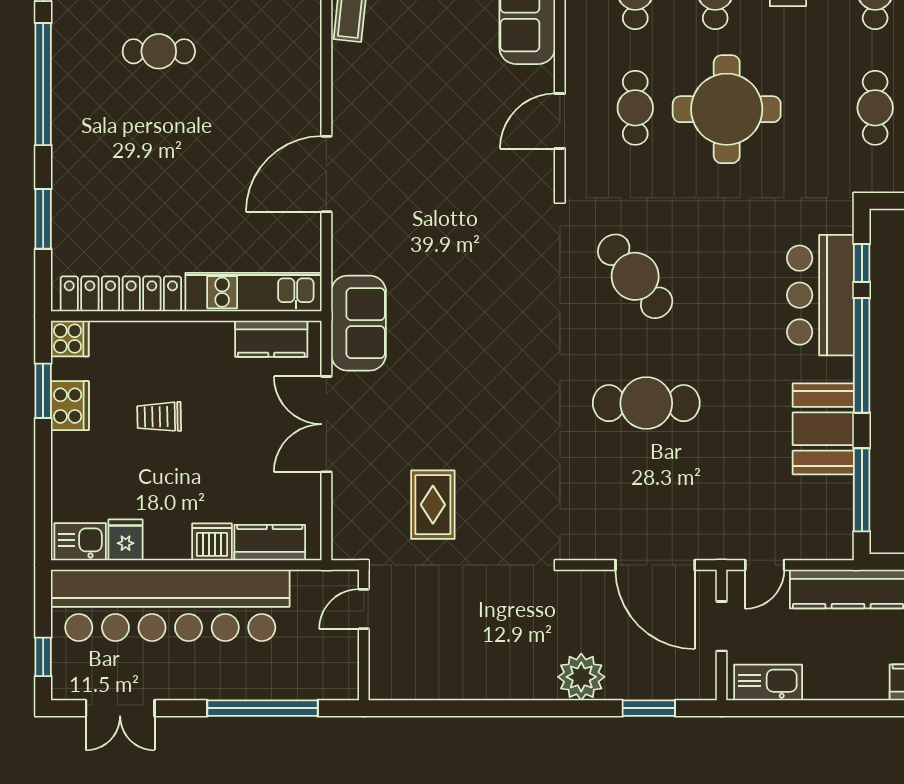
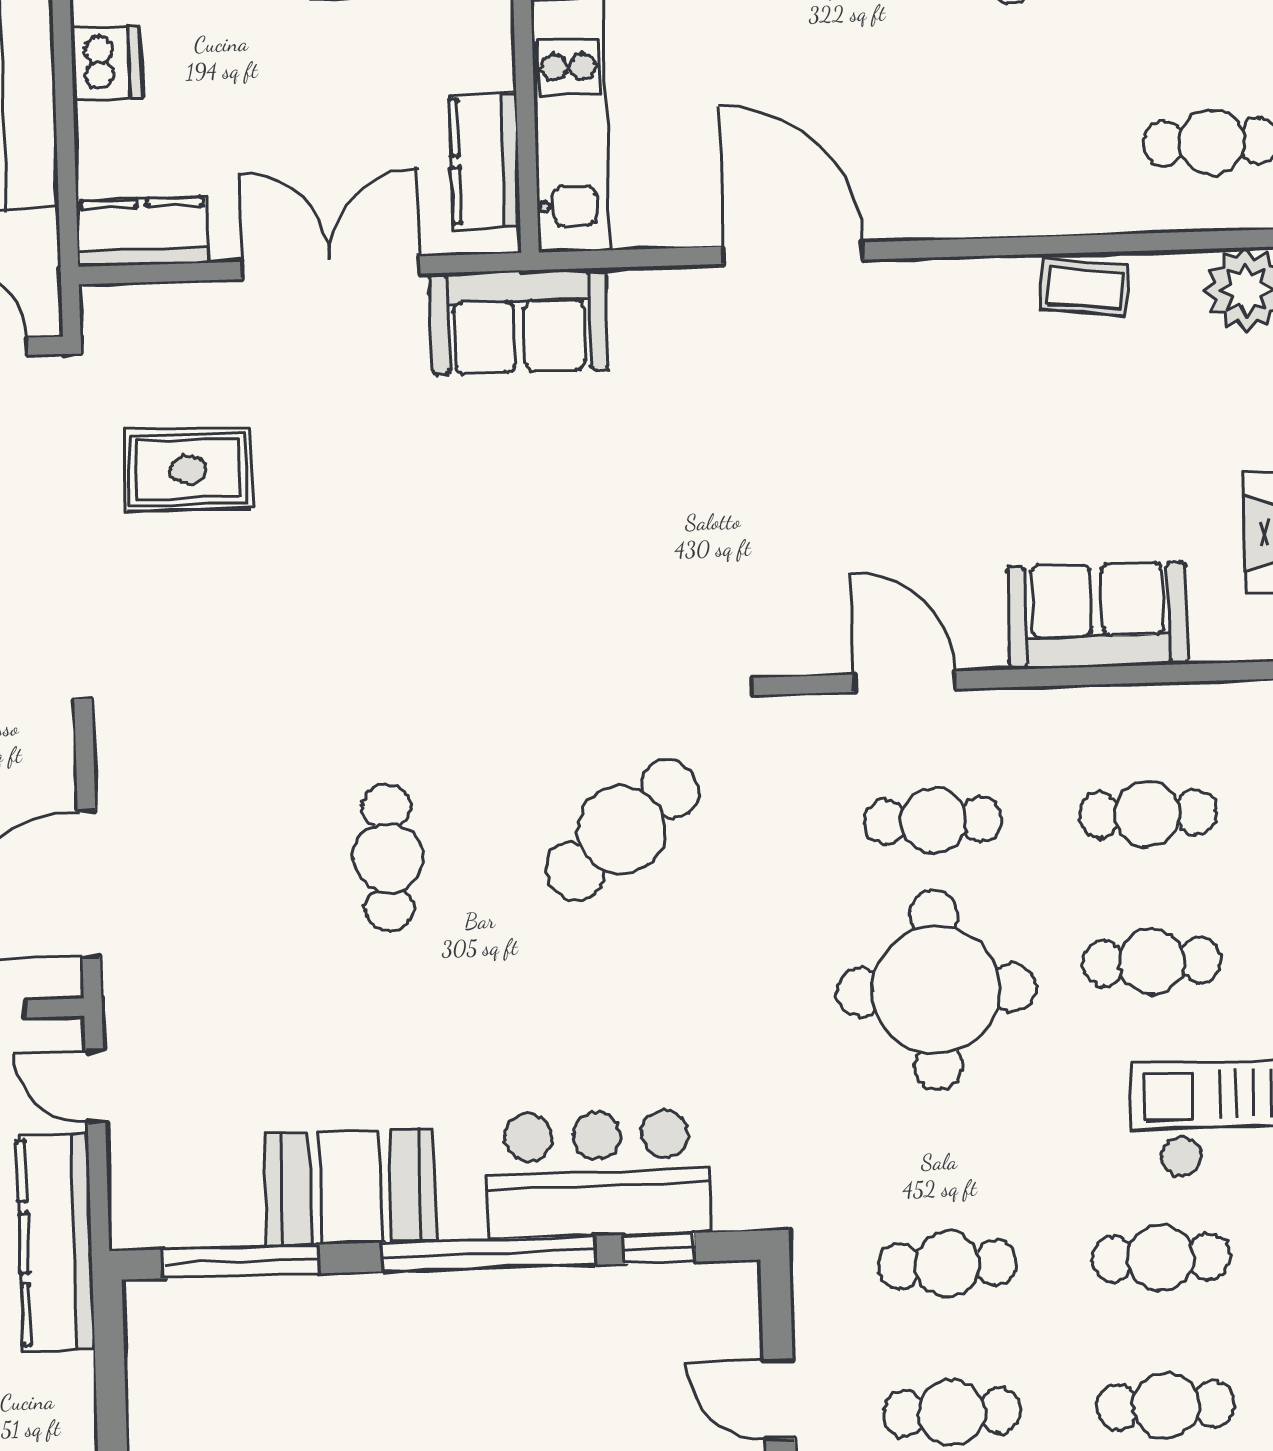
cafe table: (646, 403) -> (388, 858), width x0.73, depth x0.74
kitchen counter: (270, 543) -> (143, 232), moved, turned -90

